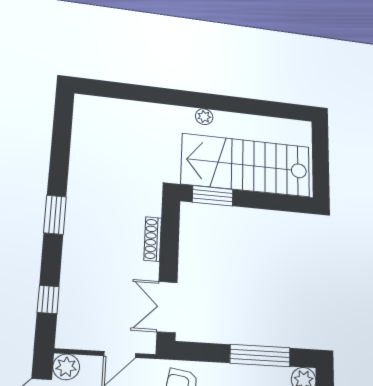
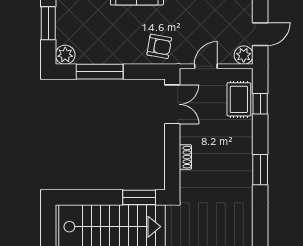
shoe rack: (153, 239) -> (185, 157), width x0.70
rug: (77, 307) -> (239, 99), added

